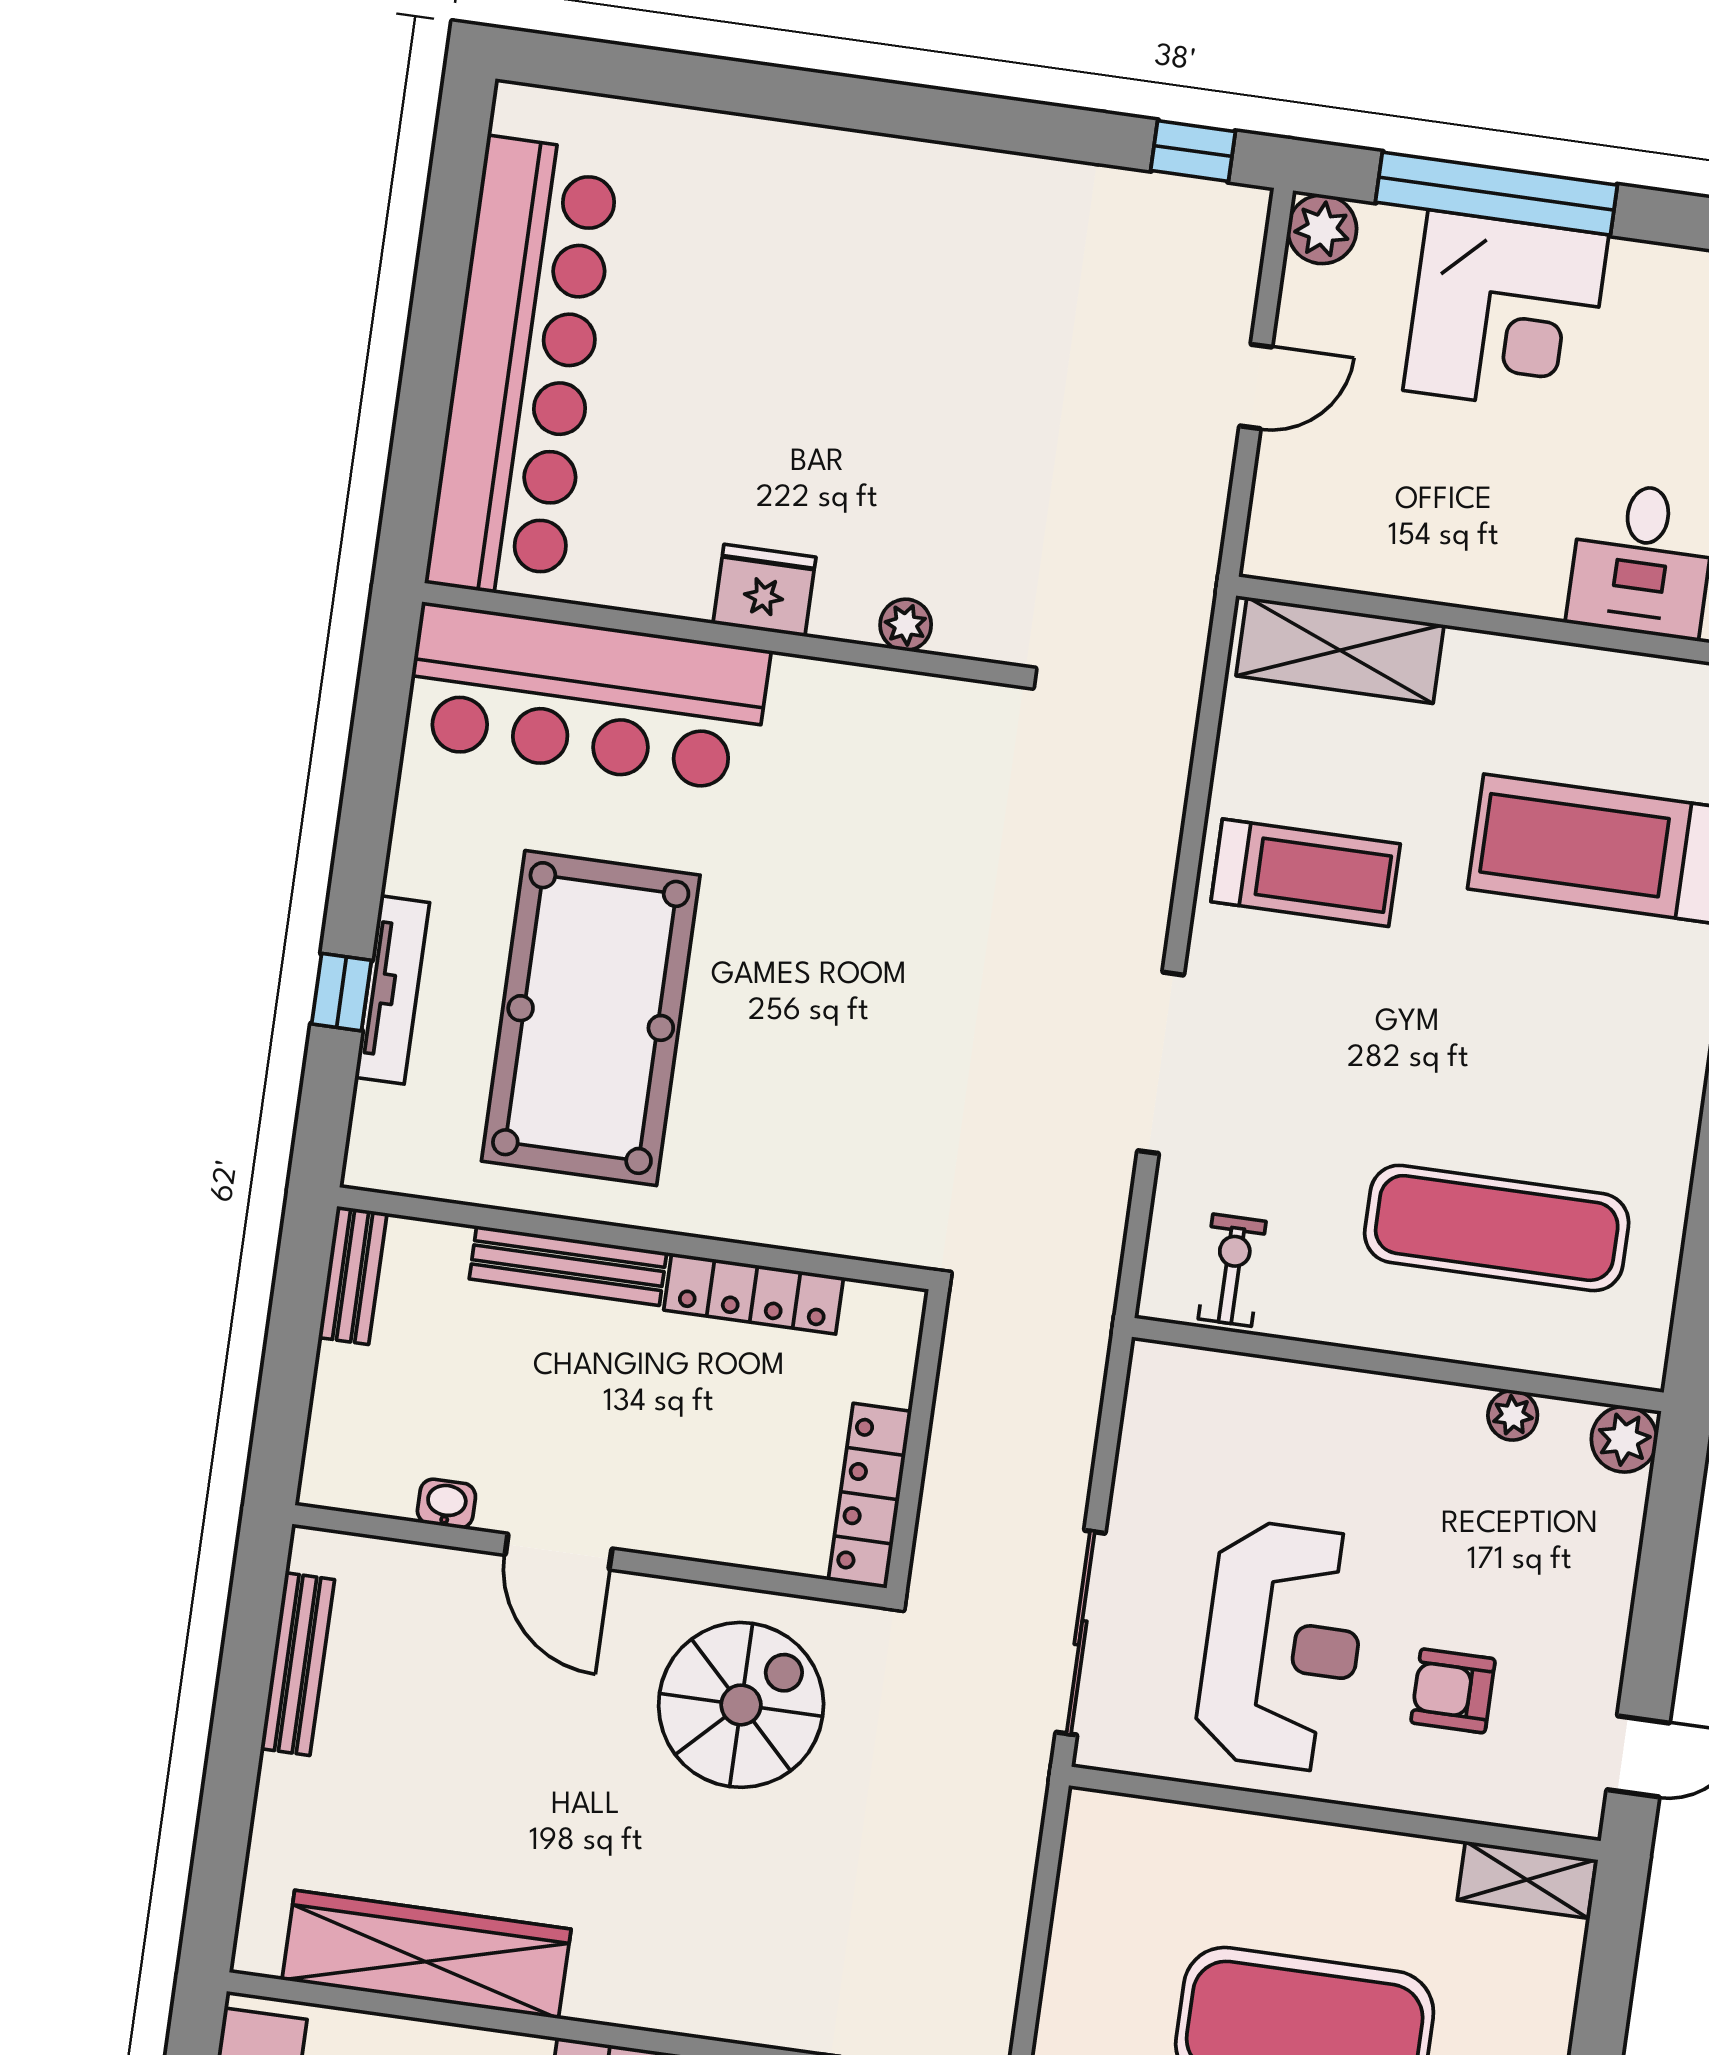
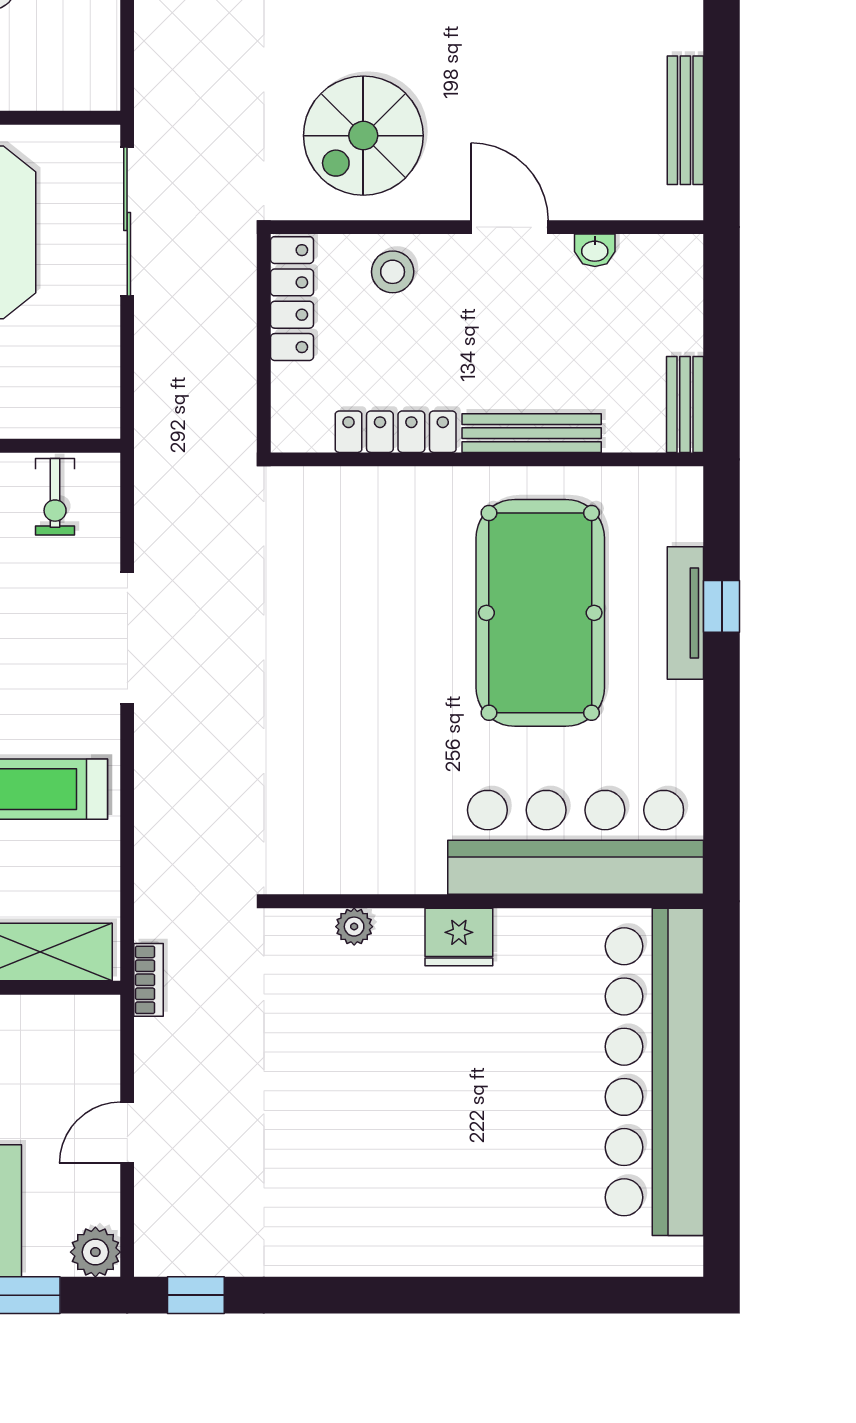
bookcase: (1197, 591) -> (149, 980), added
stool: (727, 1513) -> (393, 272), added

